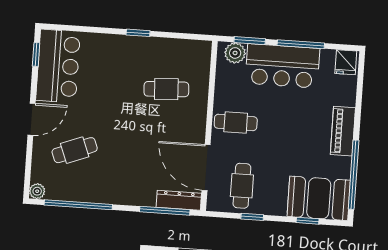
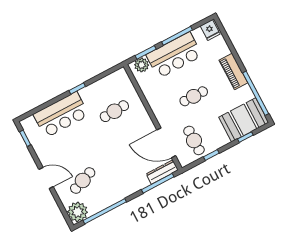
bar counter: (58, 66) -> (61, 115), moved, turned 90
door: (32, 119) -> (46, 178), hinge flipped
cafe table: (236, 122) -> (194, 96), moved
plant: (37, 191) -> (78, 212), width x1.87, depth x1.87

